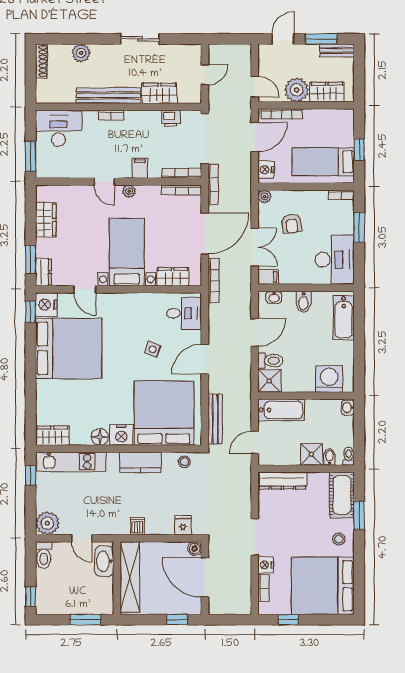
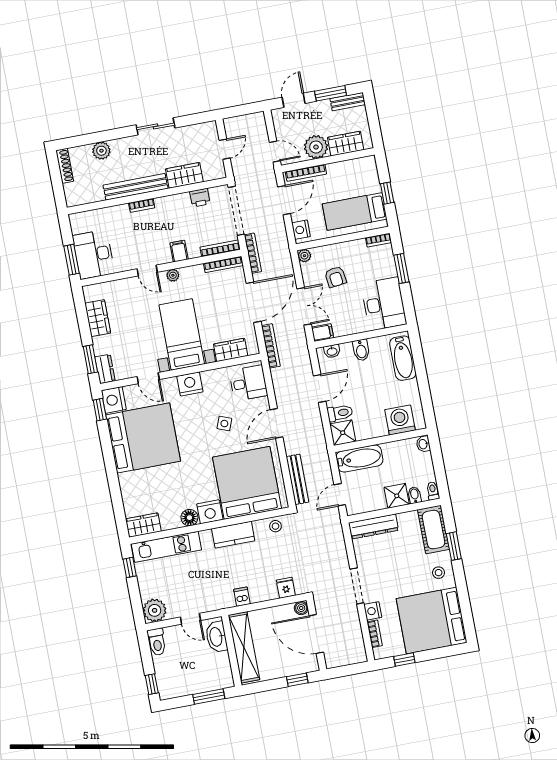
desk: (59, 128) -> (94, 254), moved, turned -90
nightstand: (126, 303) -> (190, 384), added

